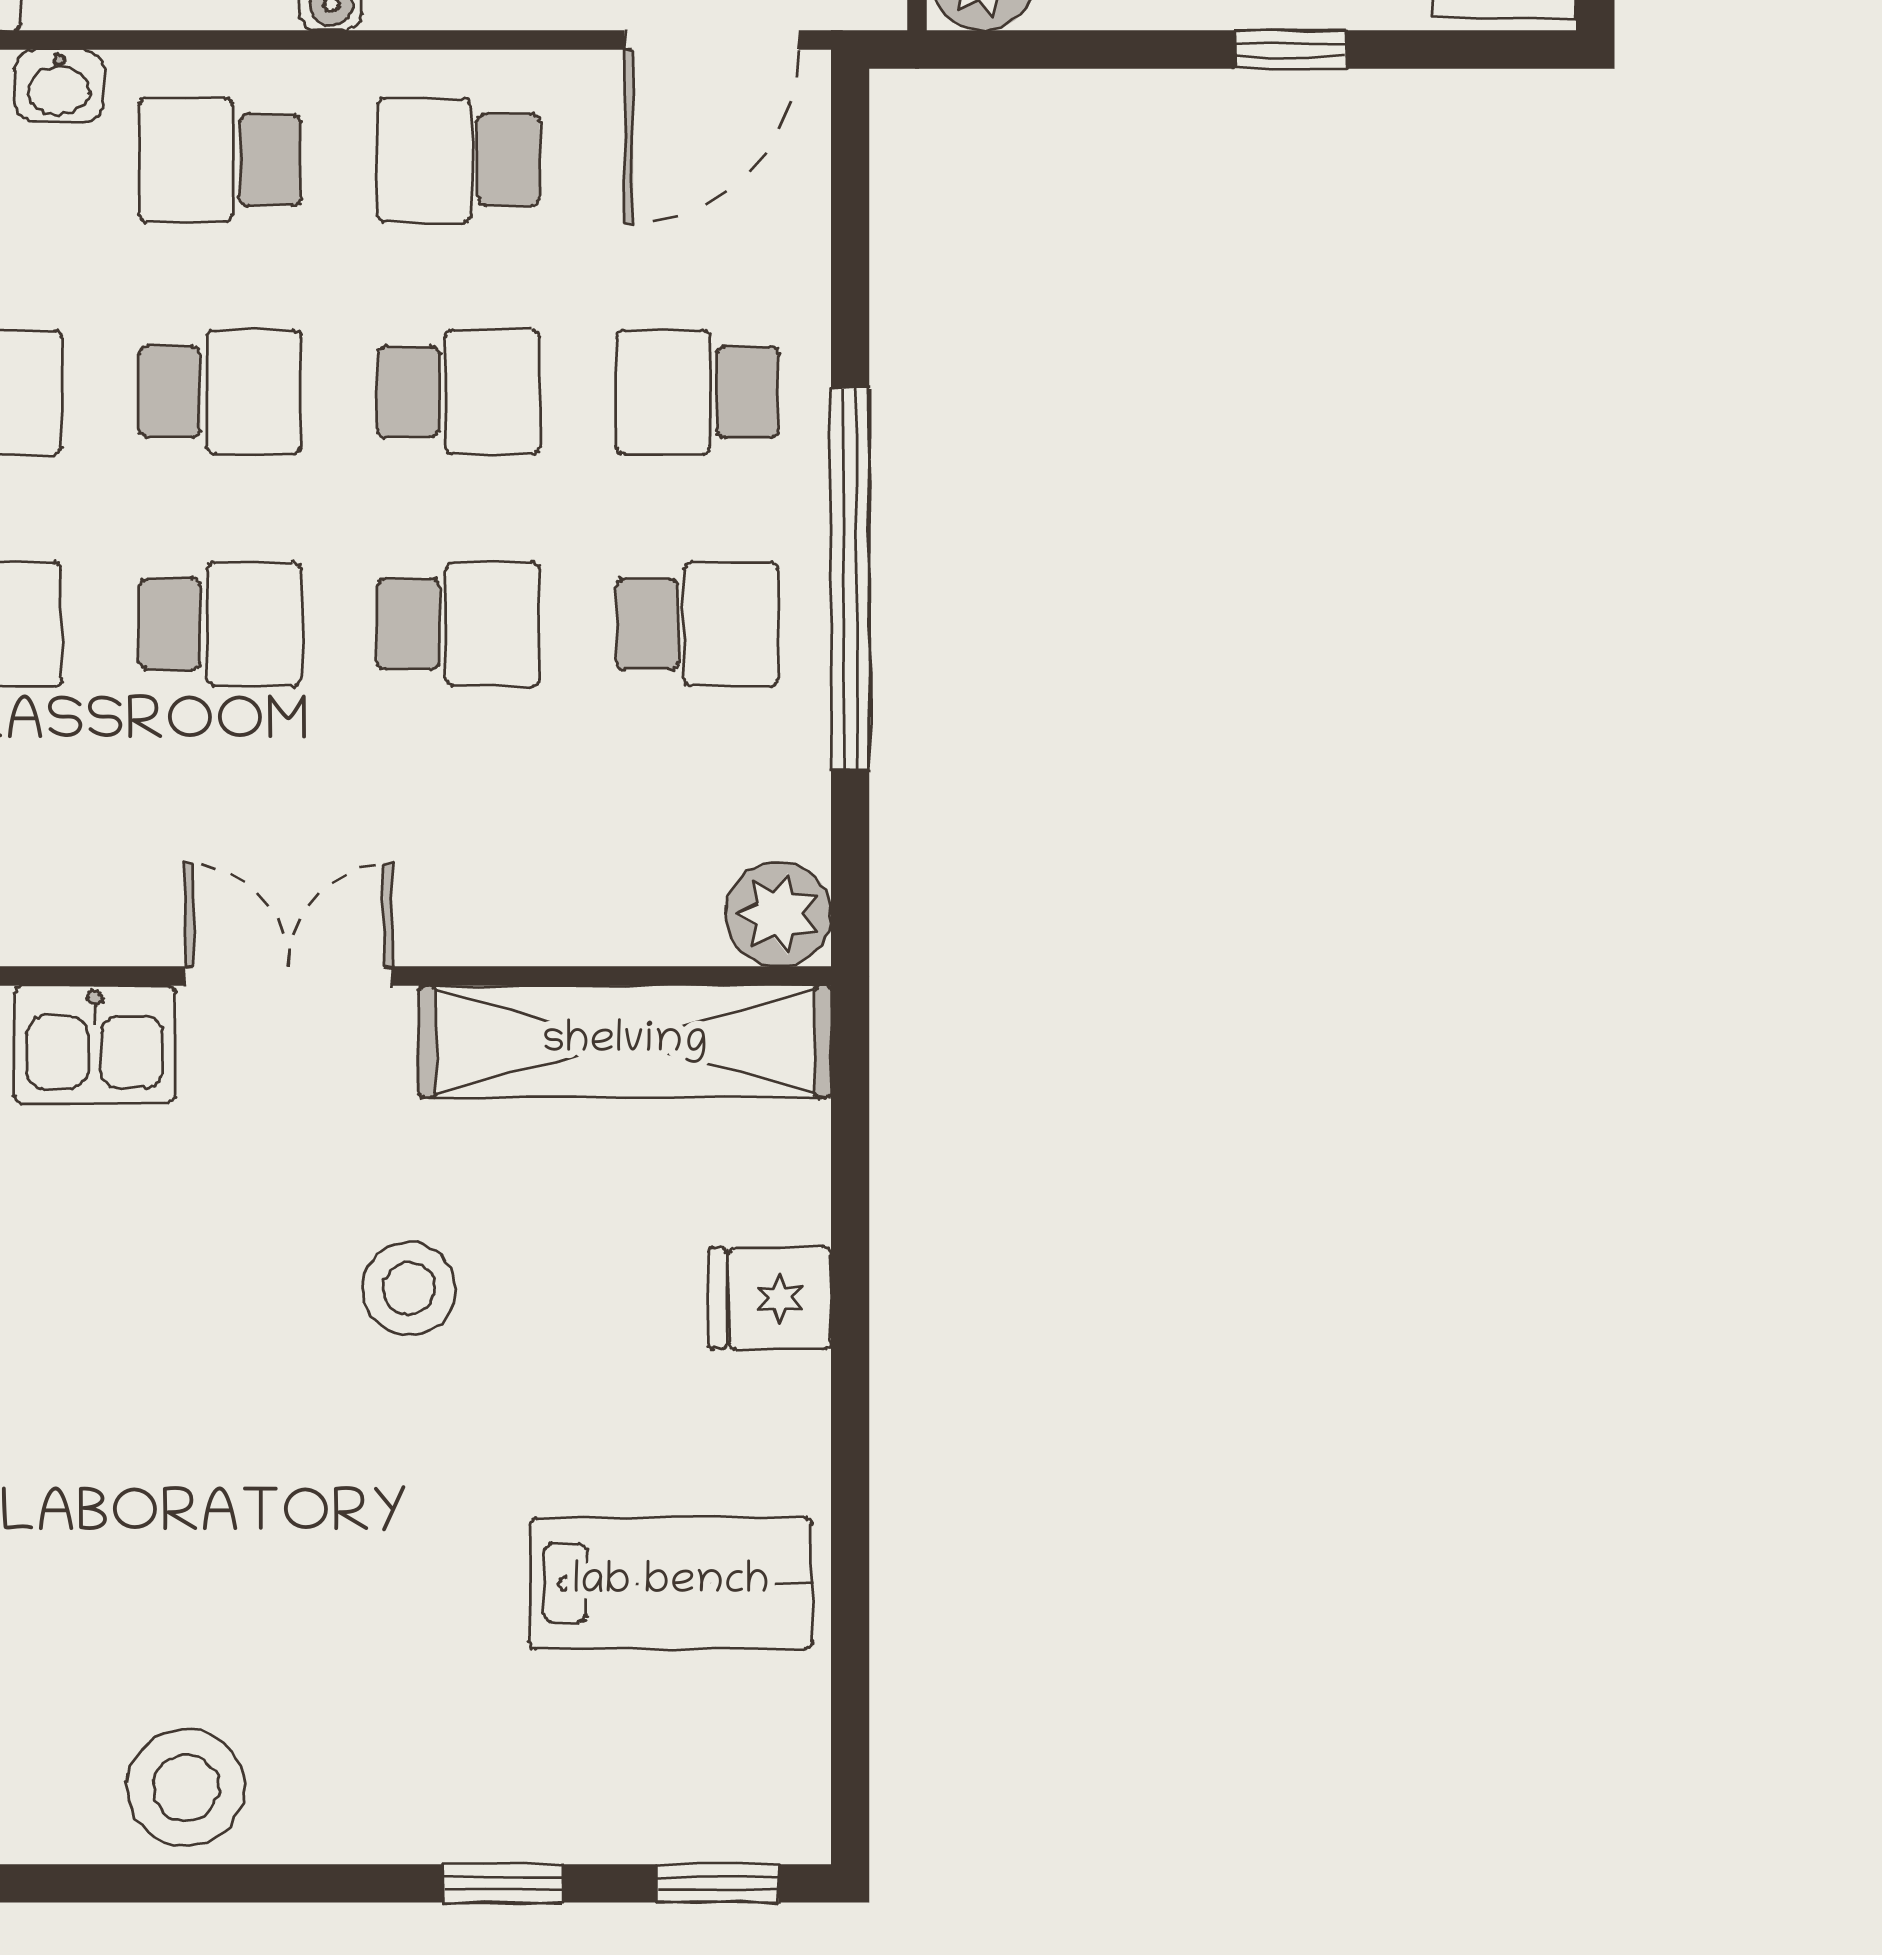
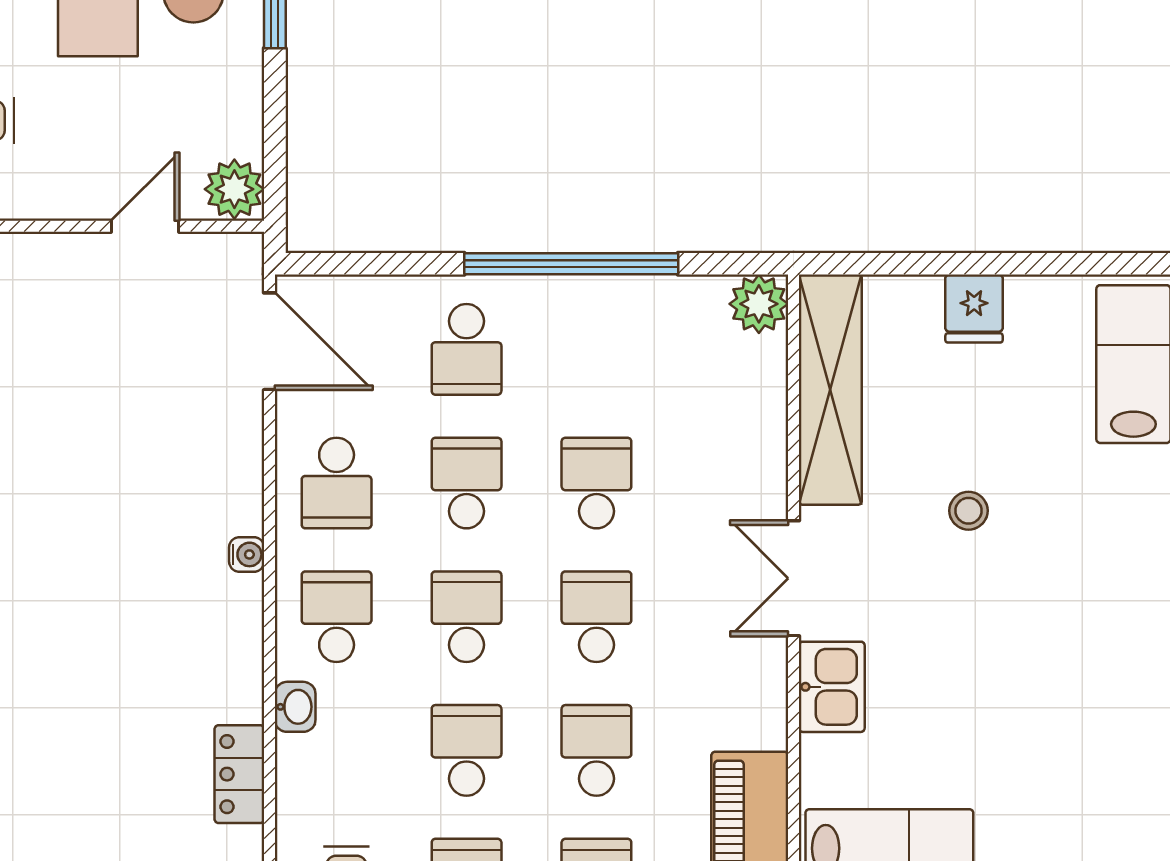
school desk: (220, 160) -> (337, 617), turned 180
school desk: (697, 624) -> (596, 349), removed
stool: (409, 1288) -> (968, 511), width x0.73, depth x0.73

